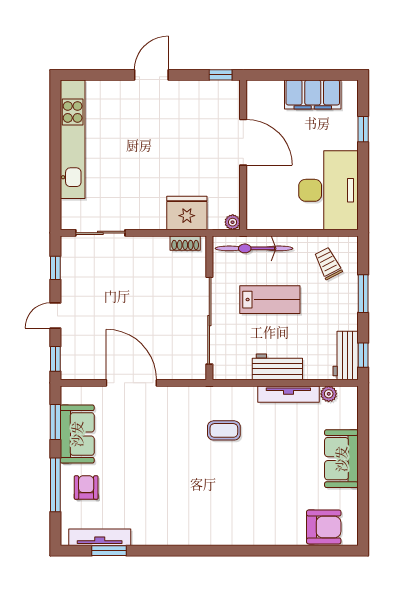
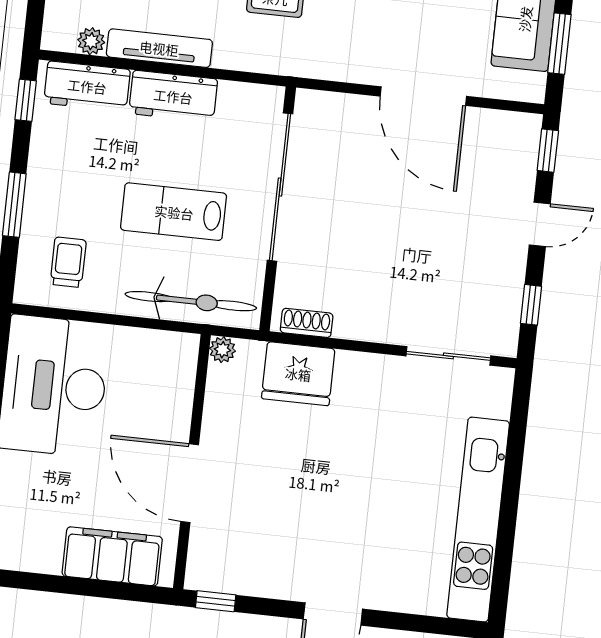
filing cabinet: (313, 95) -> (112, 556), moved
trolley: (328, 263) -> (68, 262), turned -153
workbench: (346, 355) -> (87, 86), moved, turned 90

